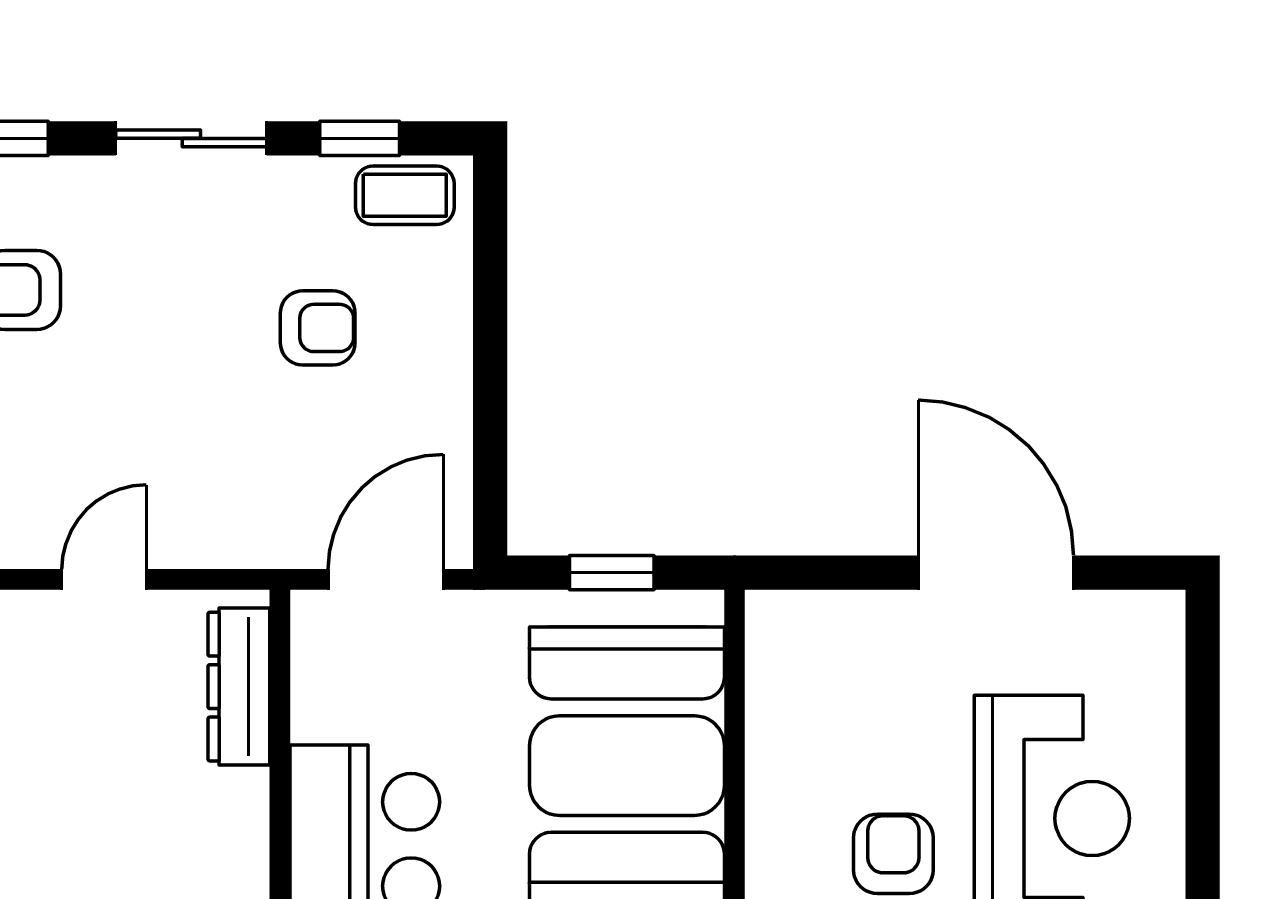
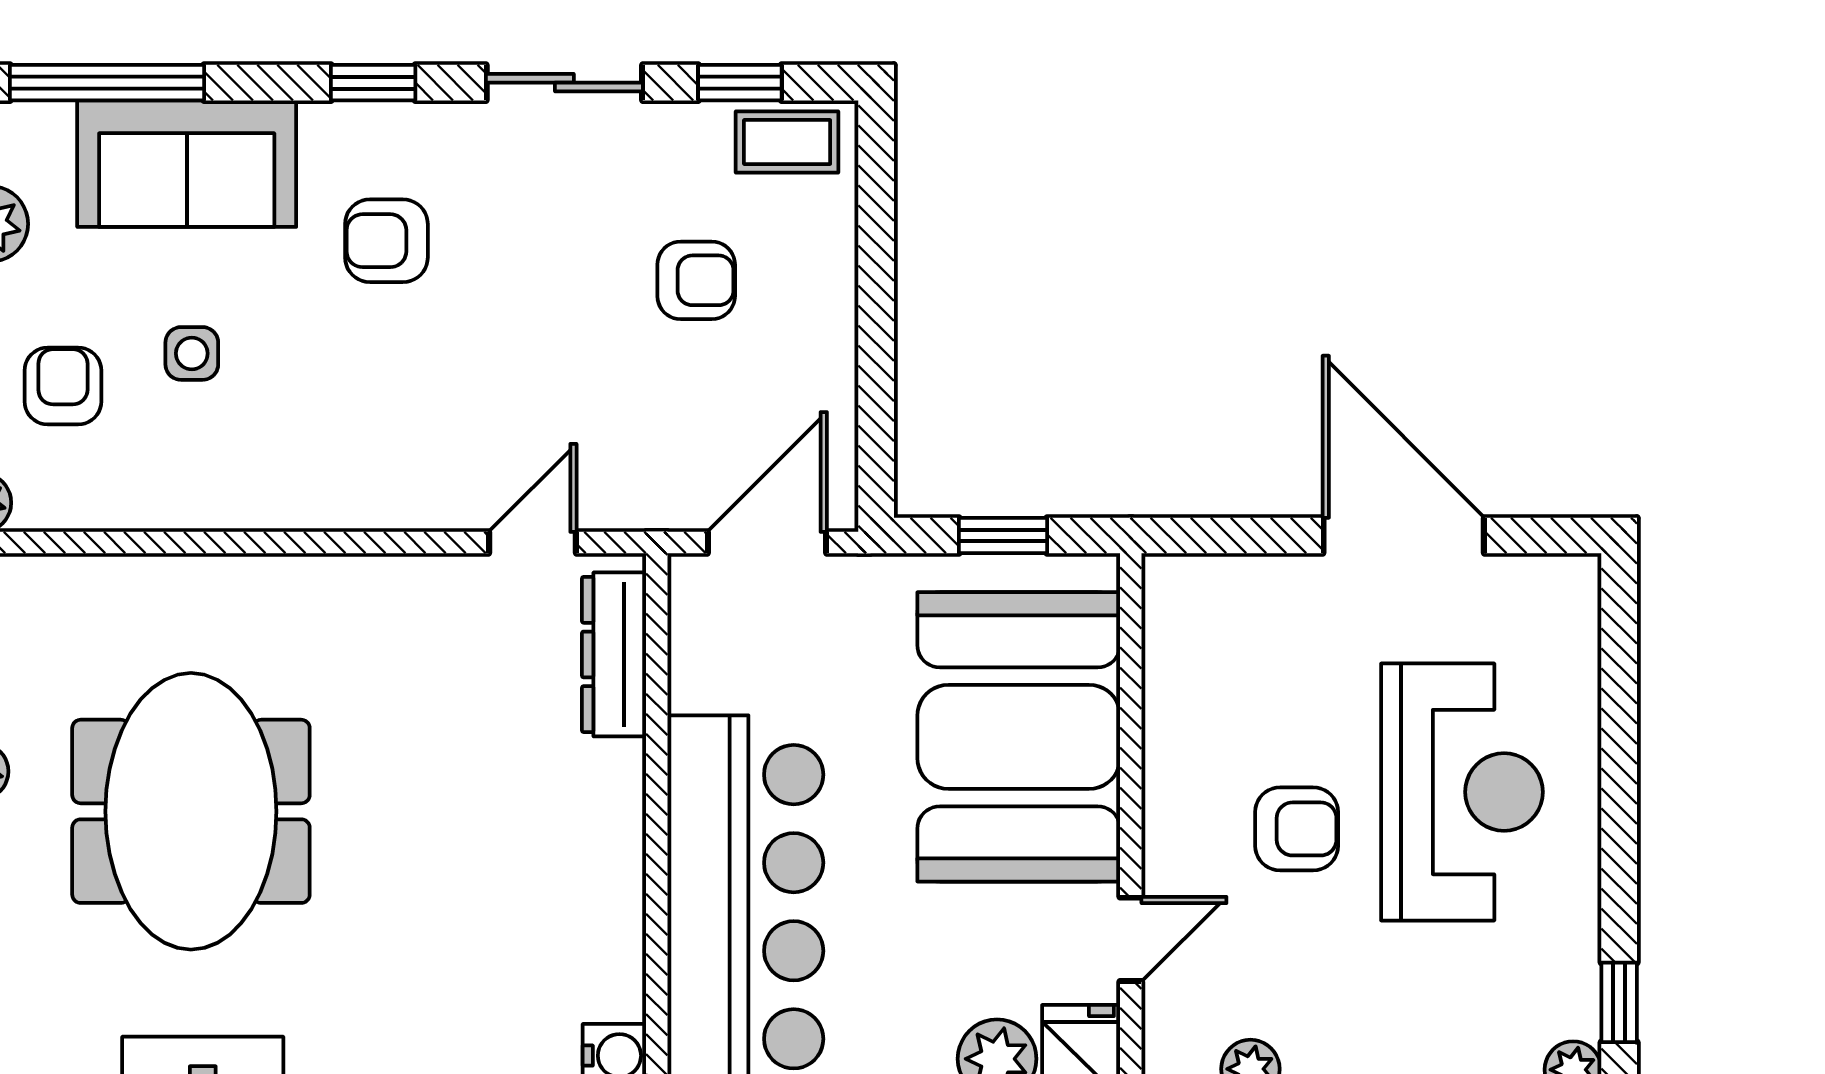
door: (104, 579) -> (533, 543), moved
armchair: (893, 854) -> (1297, 829), turned 90

